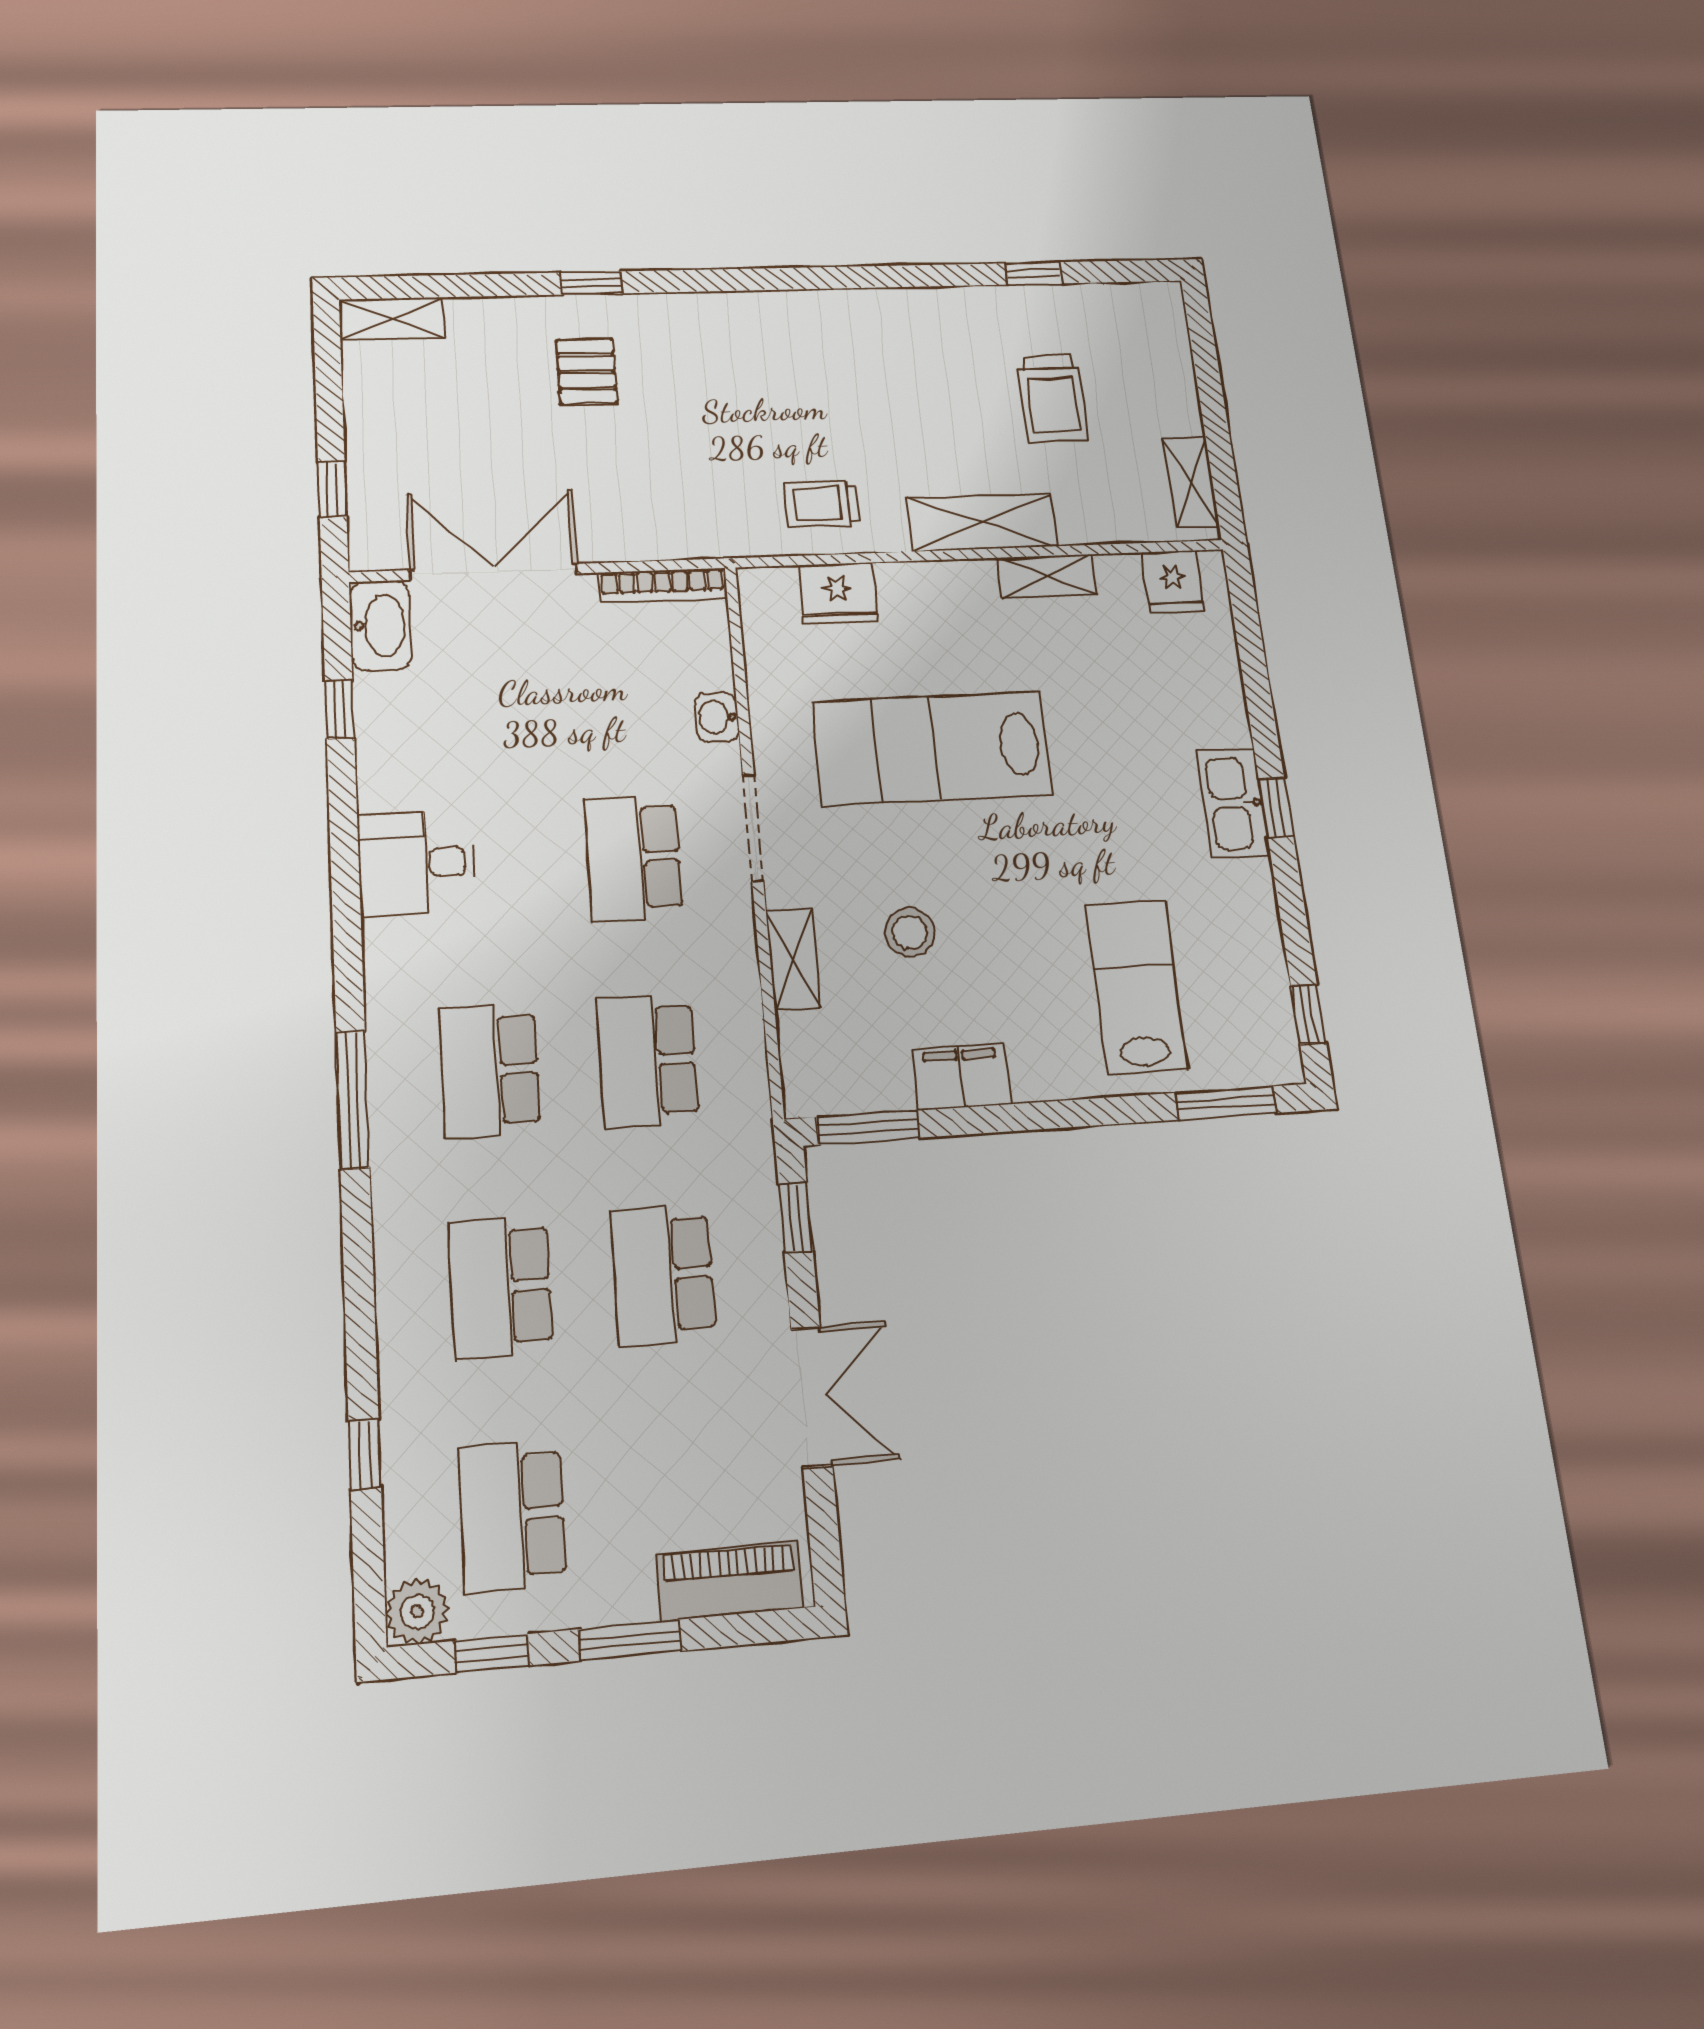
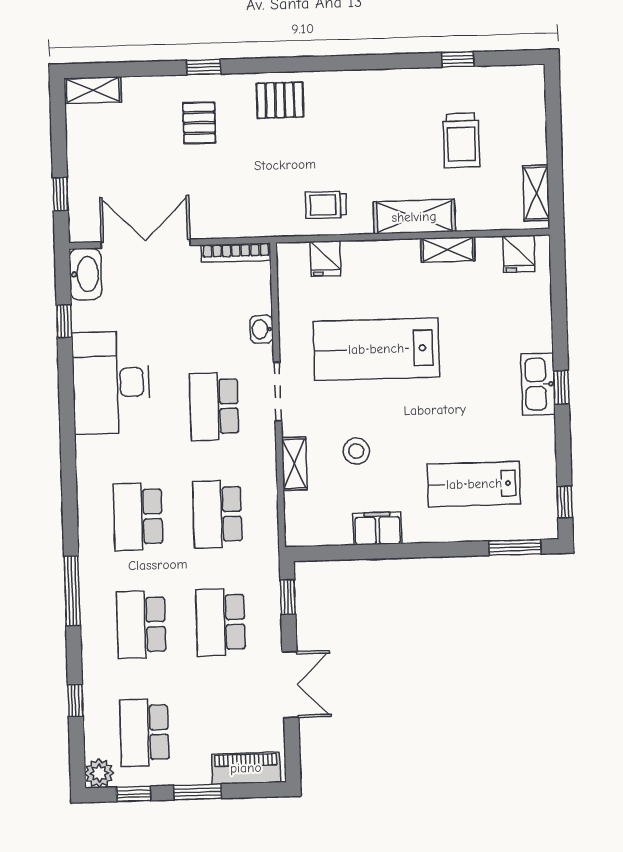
pallet: (730, 335) -> (280, 100), added
fridge: (838, 593) -> (325, 259), width x0.72
desk: (417, 863) -> (111, 383), width x1.87, depth x1.30
lab bench: (1136, 987) -> (474, 484), turned -90
window: (353, 1100) -> (72, 591), moved
window: (868, 1128) -> (327, 553), removed

